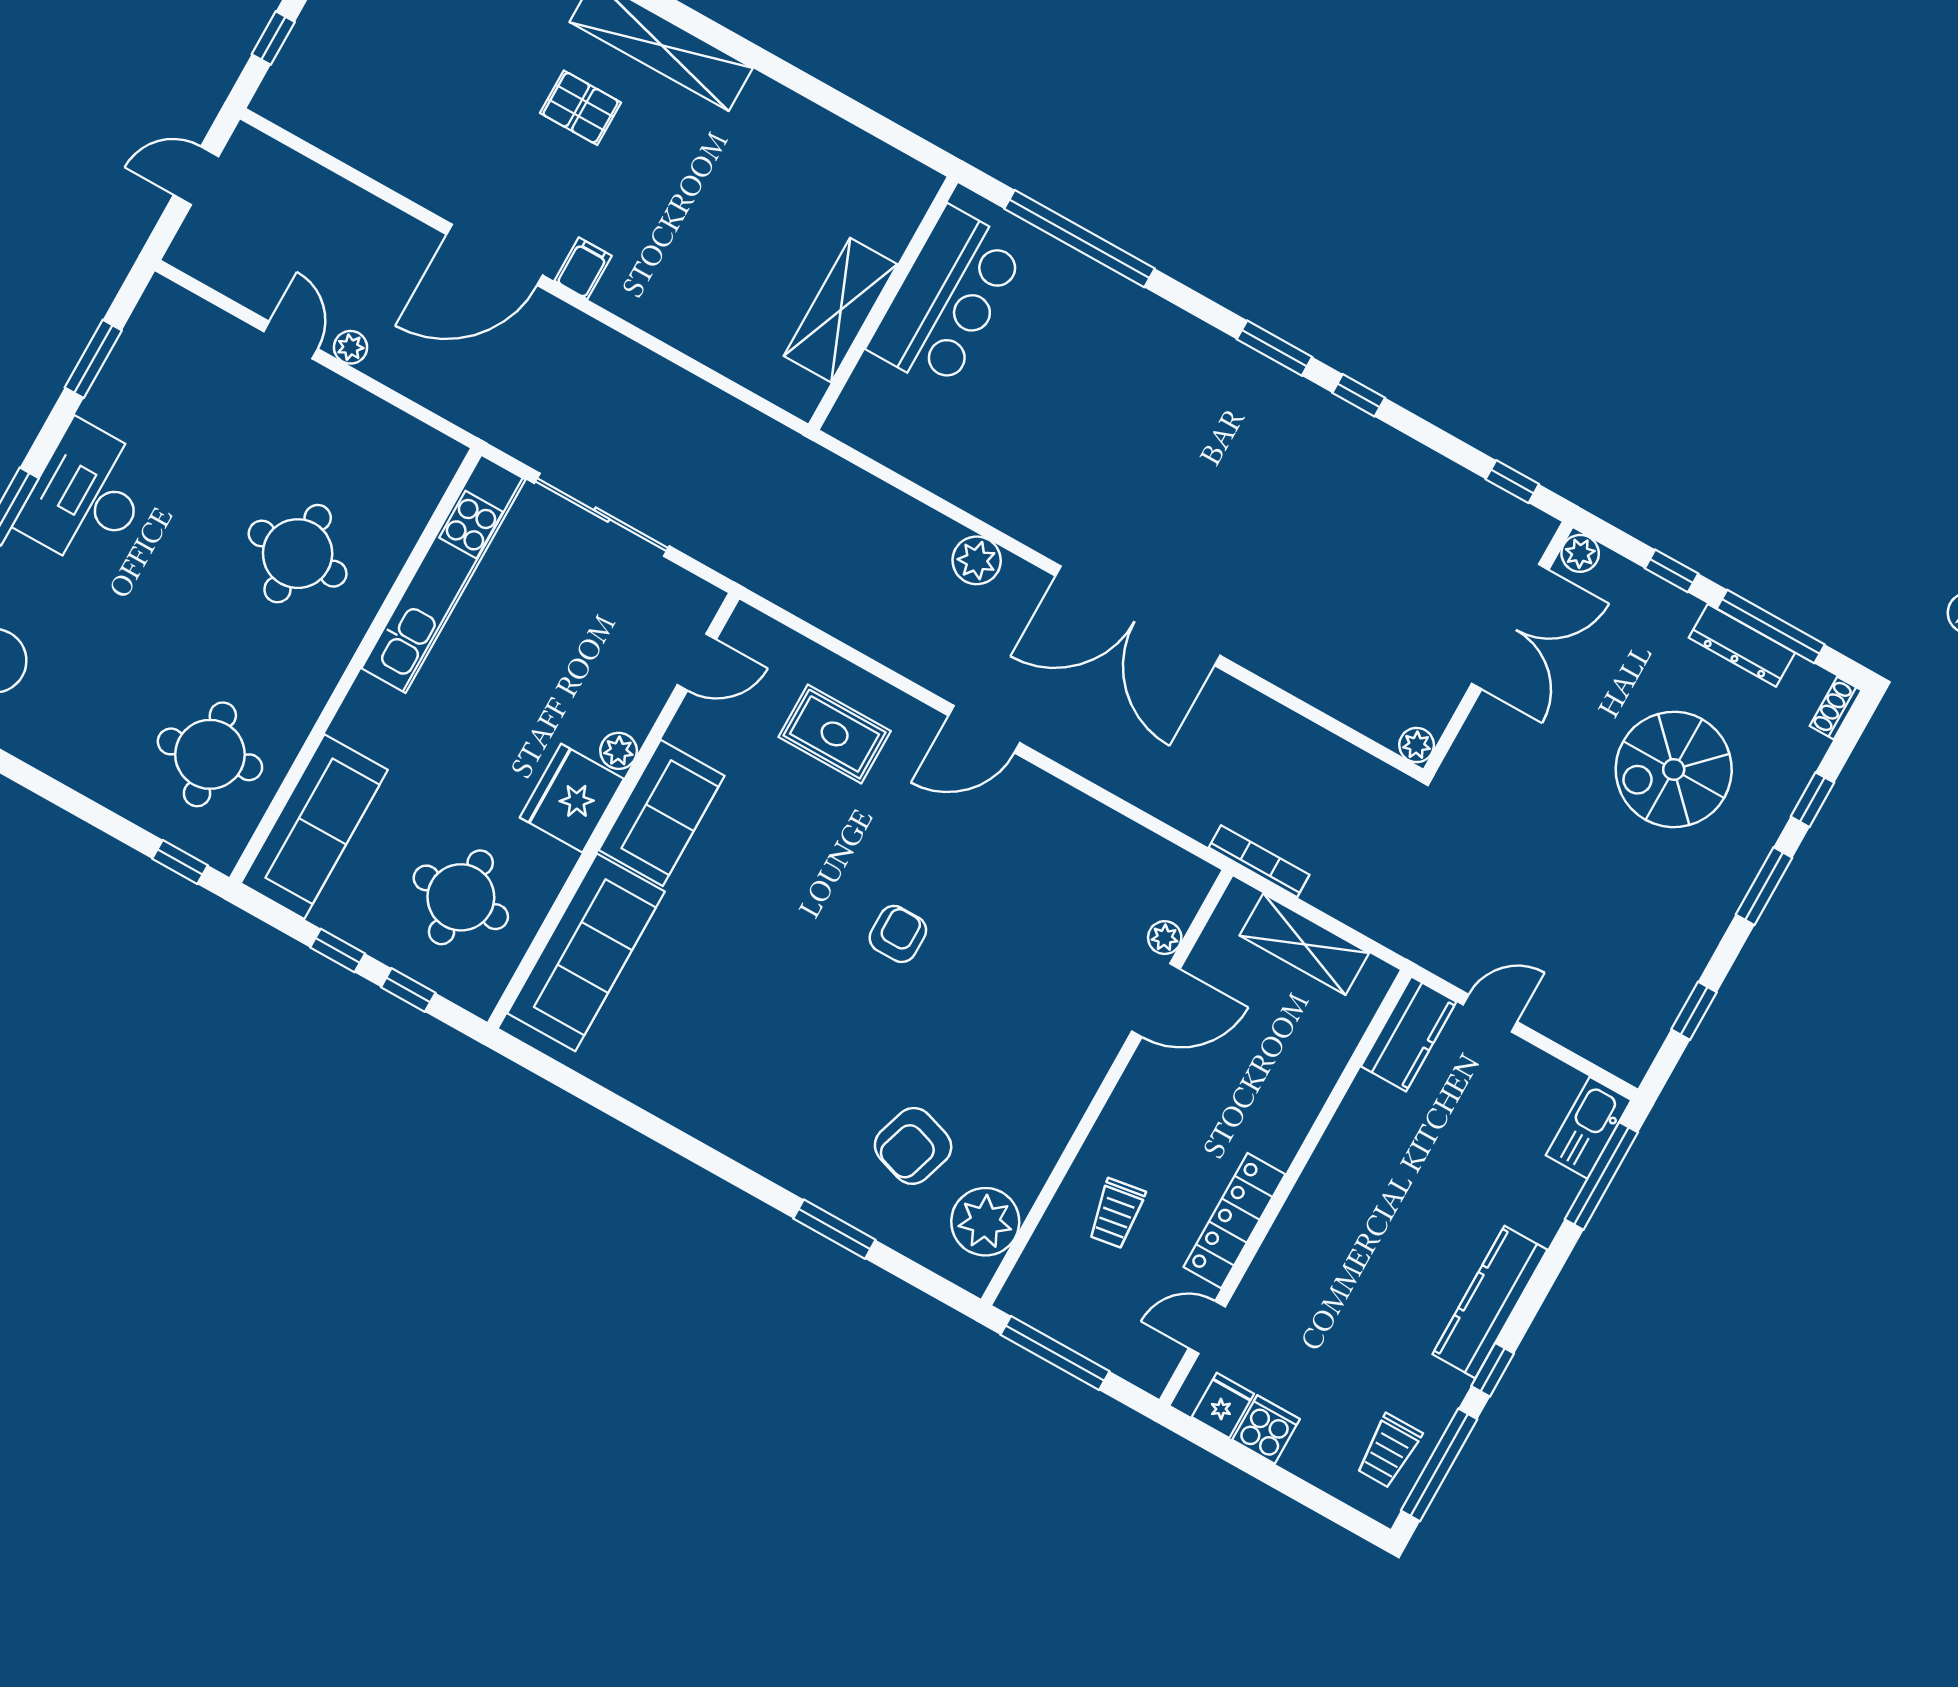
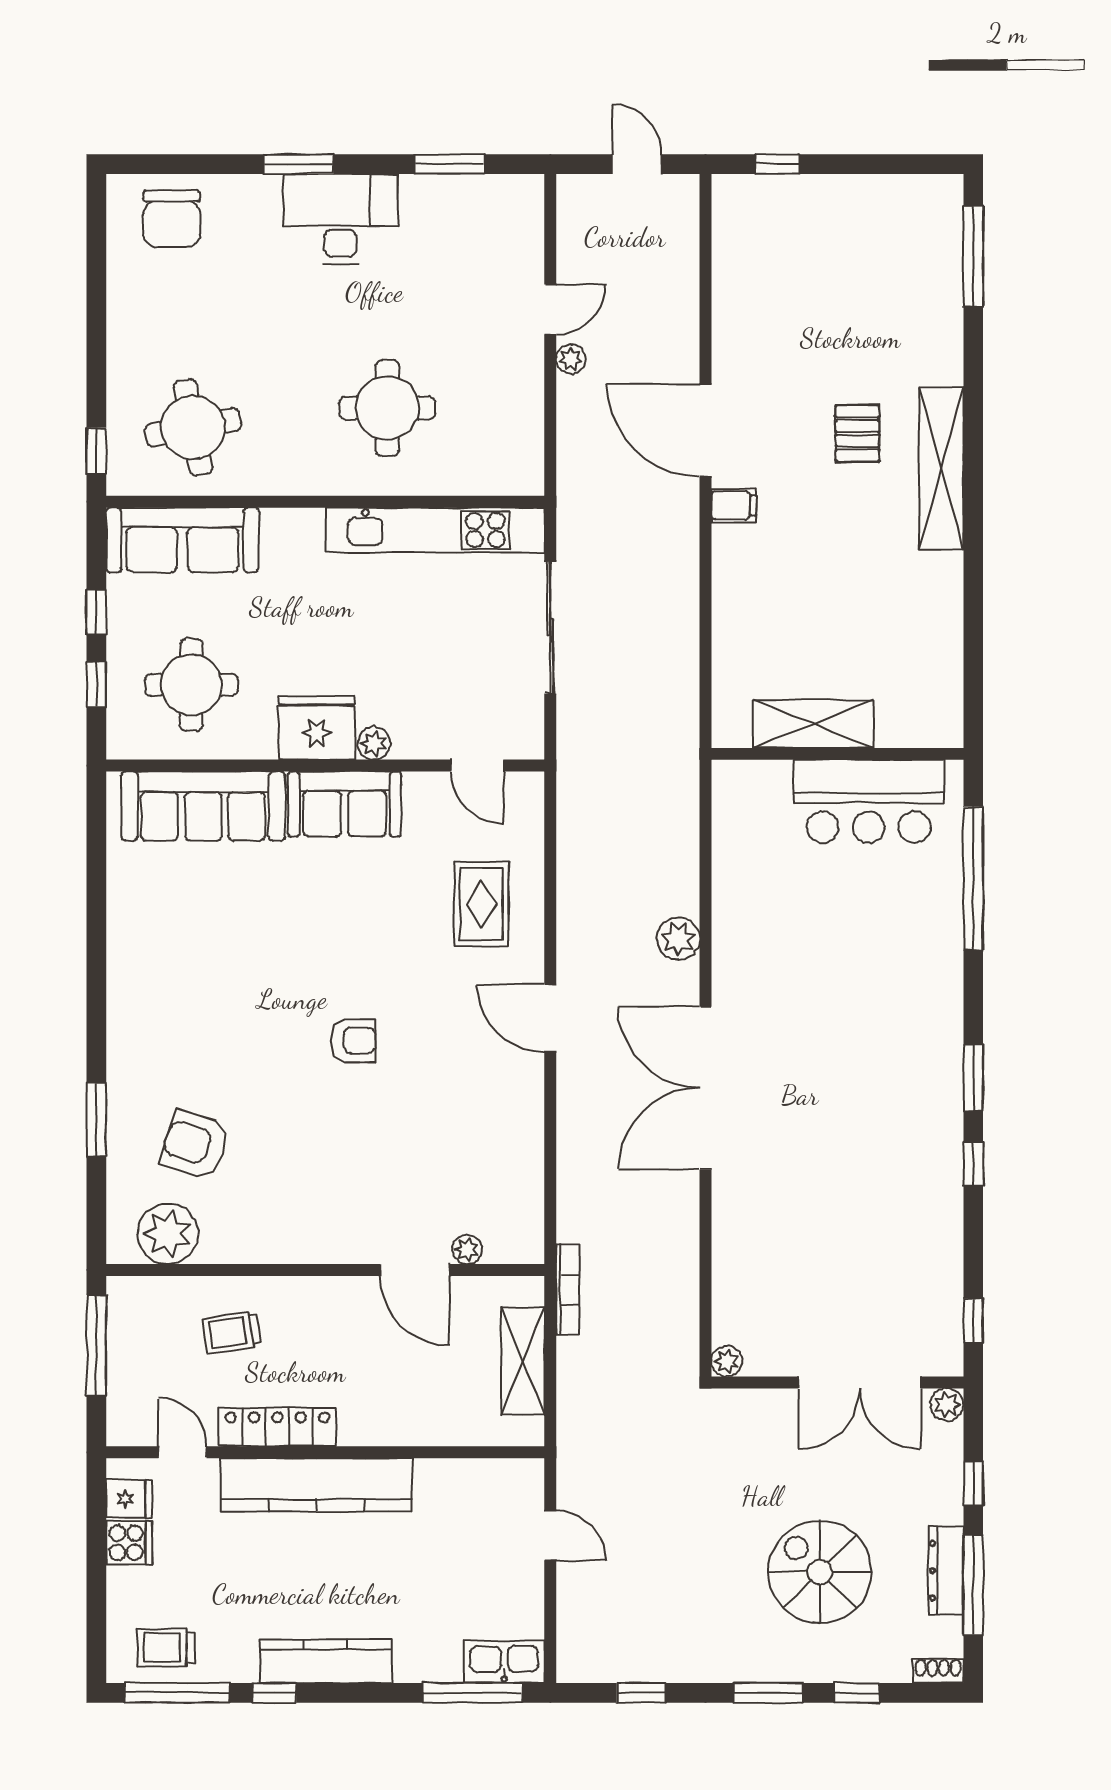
kitchen counter: (1409, 1034) -> (316, 1485), moved, width x2.08, depth x1.17

